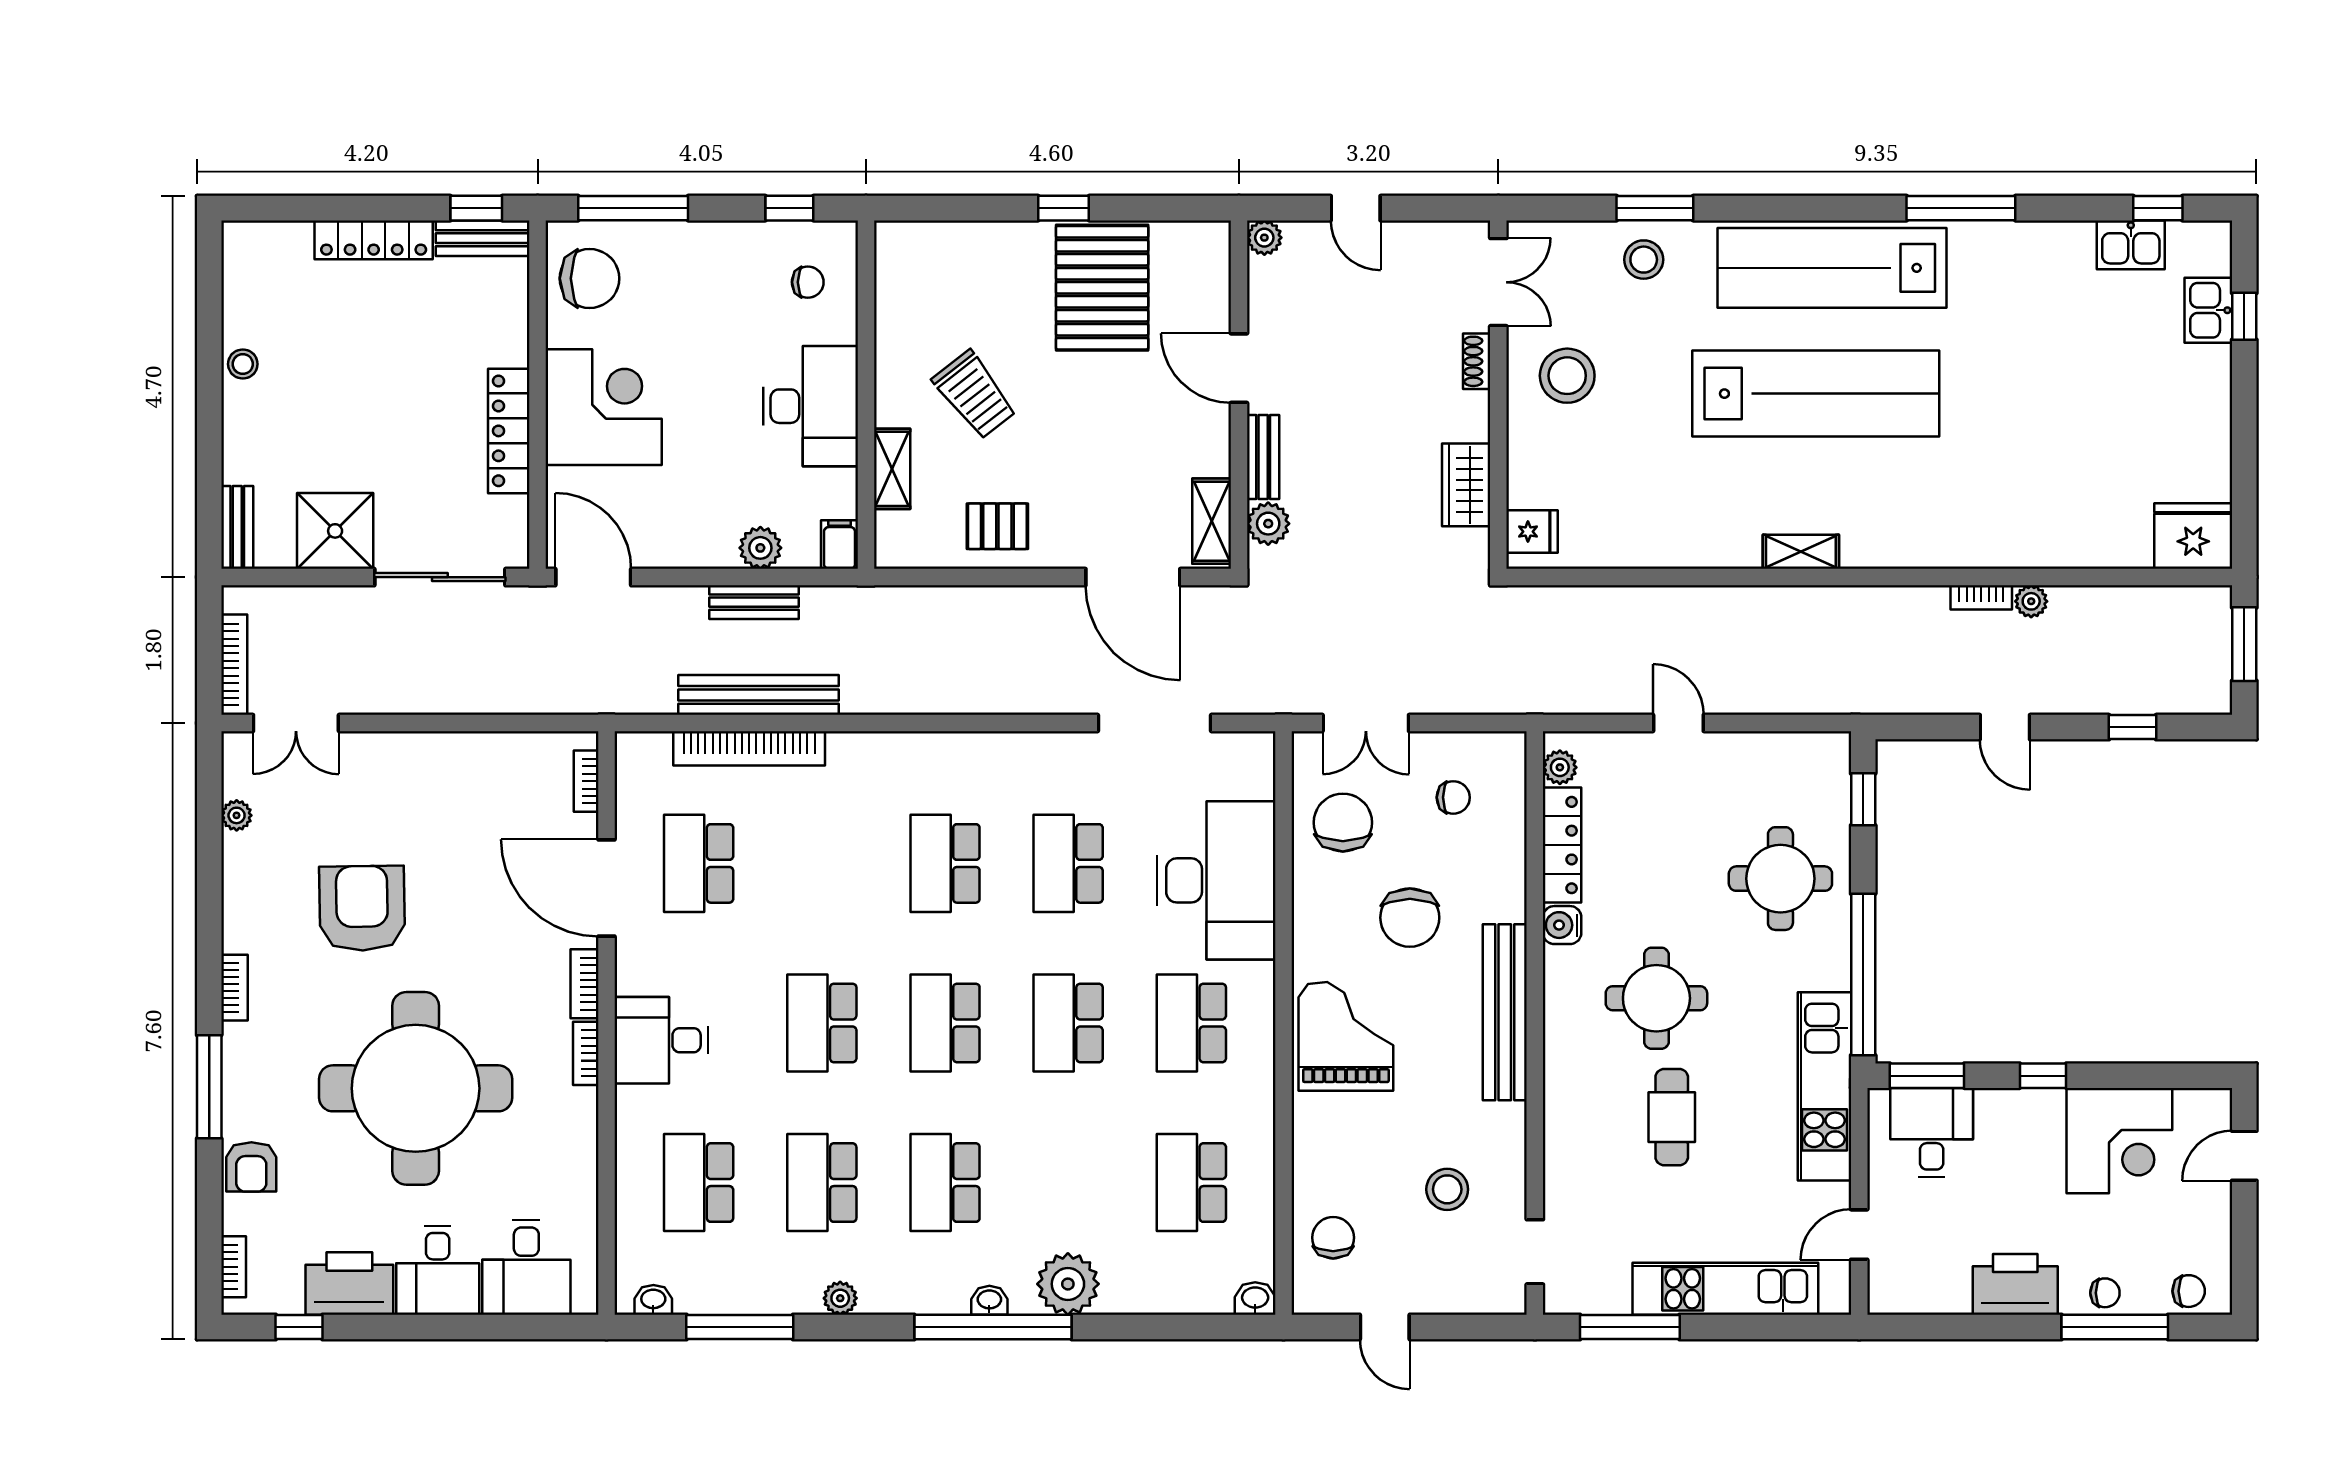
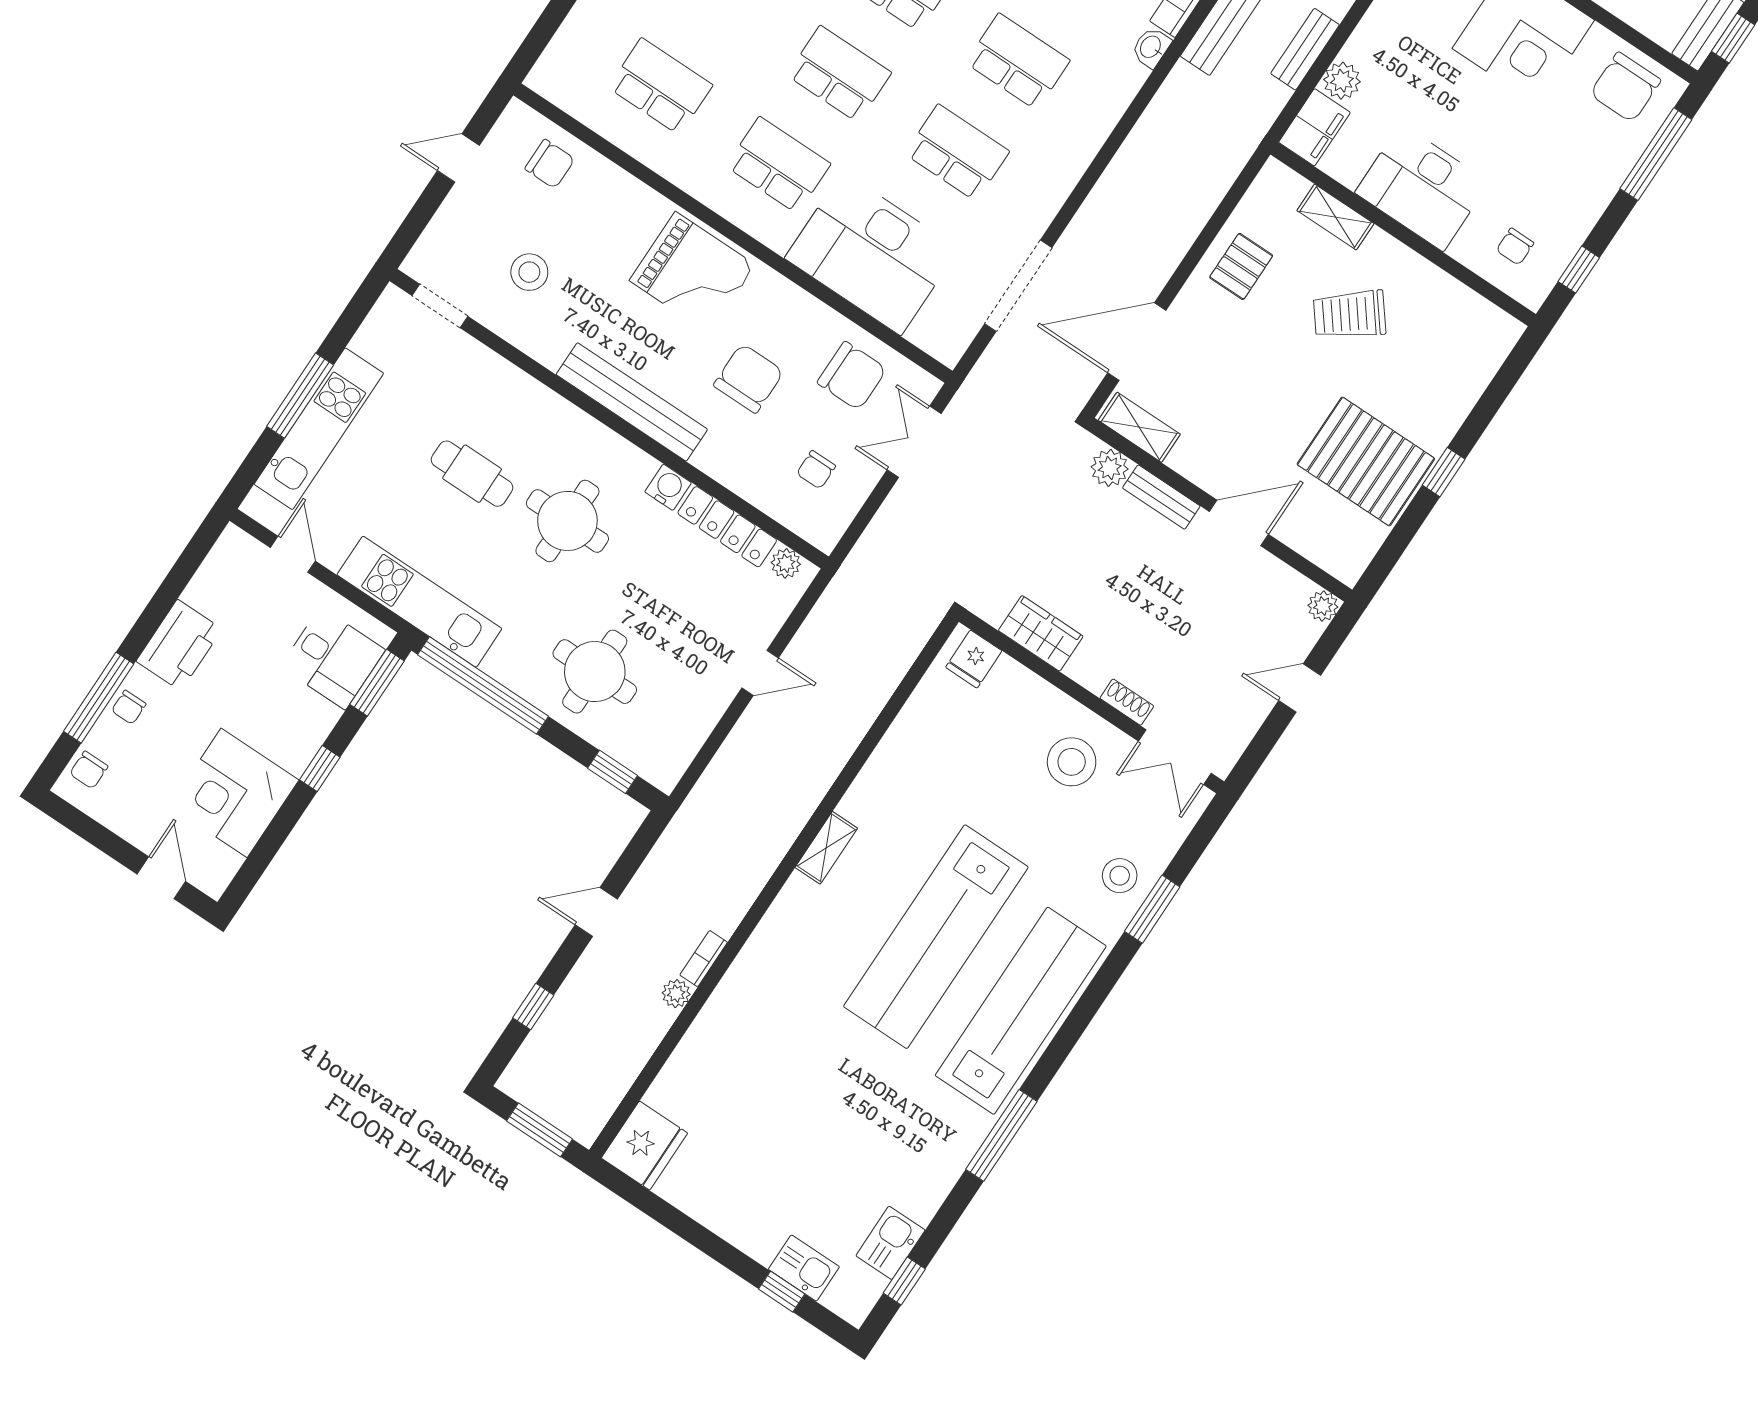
filing cabinet: (840, 545) -> (1314, 127), width x2.00
chair: (1410, 918) -> (749, 378), turned 90
washbasin: (1255, 1298) -> (1151, 47), moved, turned 180
window: (1630, 1327) -> (300, 396), moved

